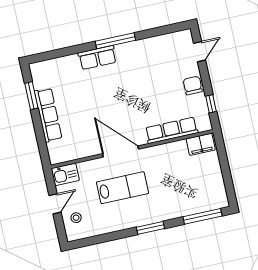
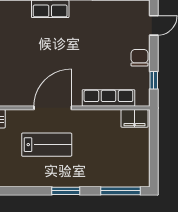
door: (121, 151) -> (53, 108), hinge flipped

